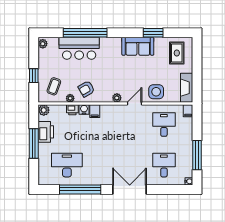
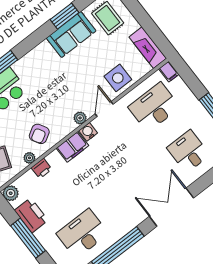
sofa: (138, 46) -> (71, 34), moved
water cooler: (84, 109) -> (88, 132), moved
filing cabinet: (95, 111) -> (73, 147), width x2.00
desk: (164, 125) -> (154, 107), width x1.37

